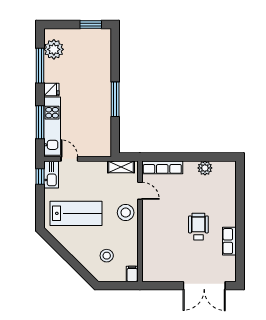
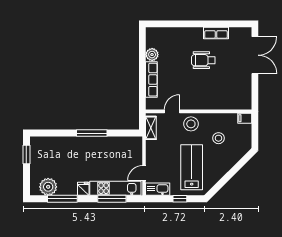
row of seats: (162, 167) -> (151, 80), moved
window: (40, 176) -> (180, 199), moved
stool: (107, 256) -> (219, 138), moved

